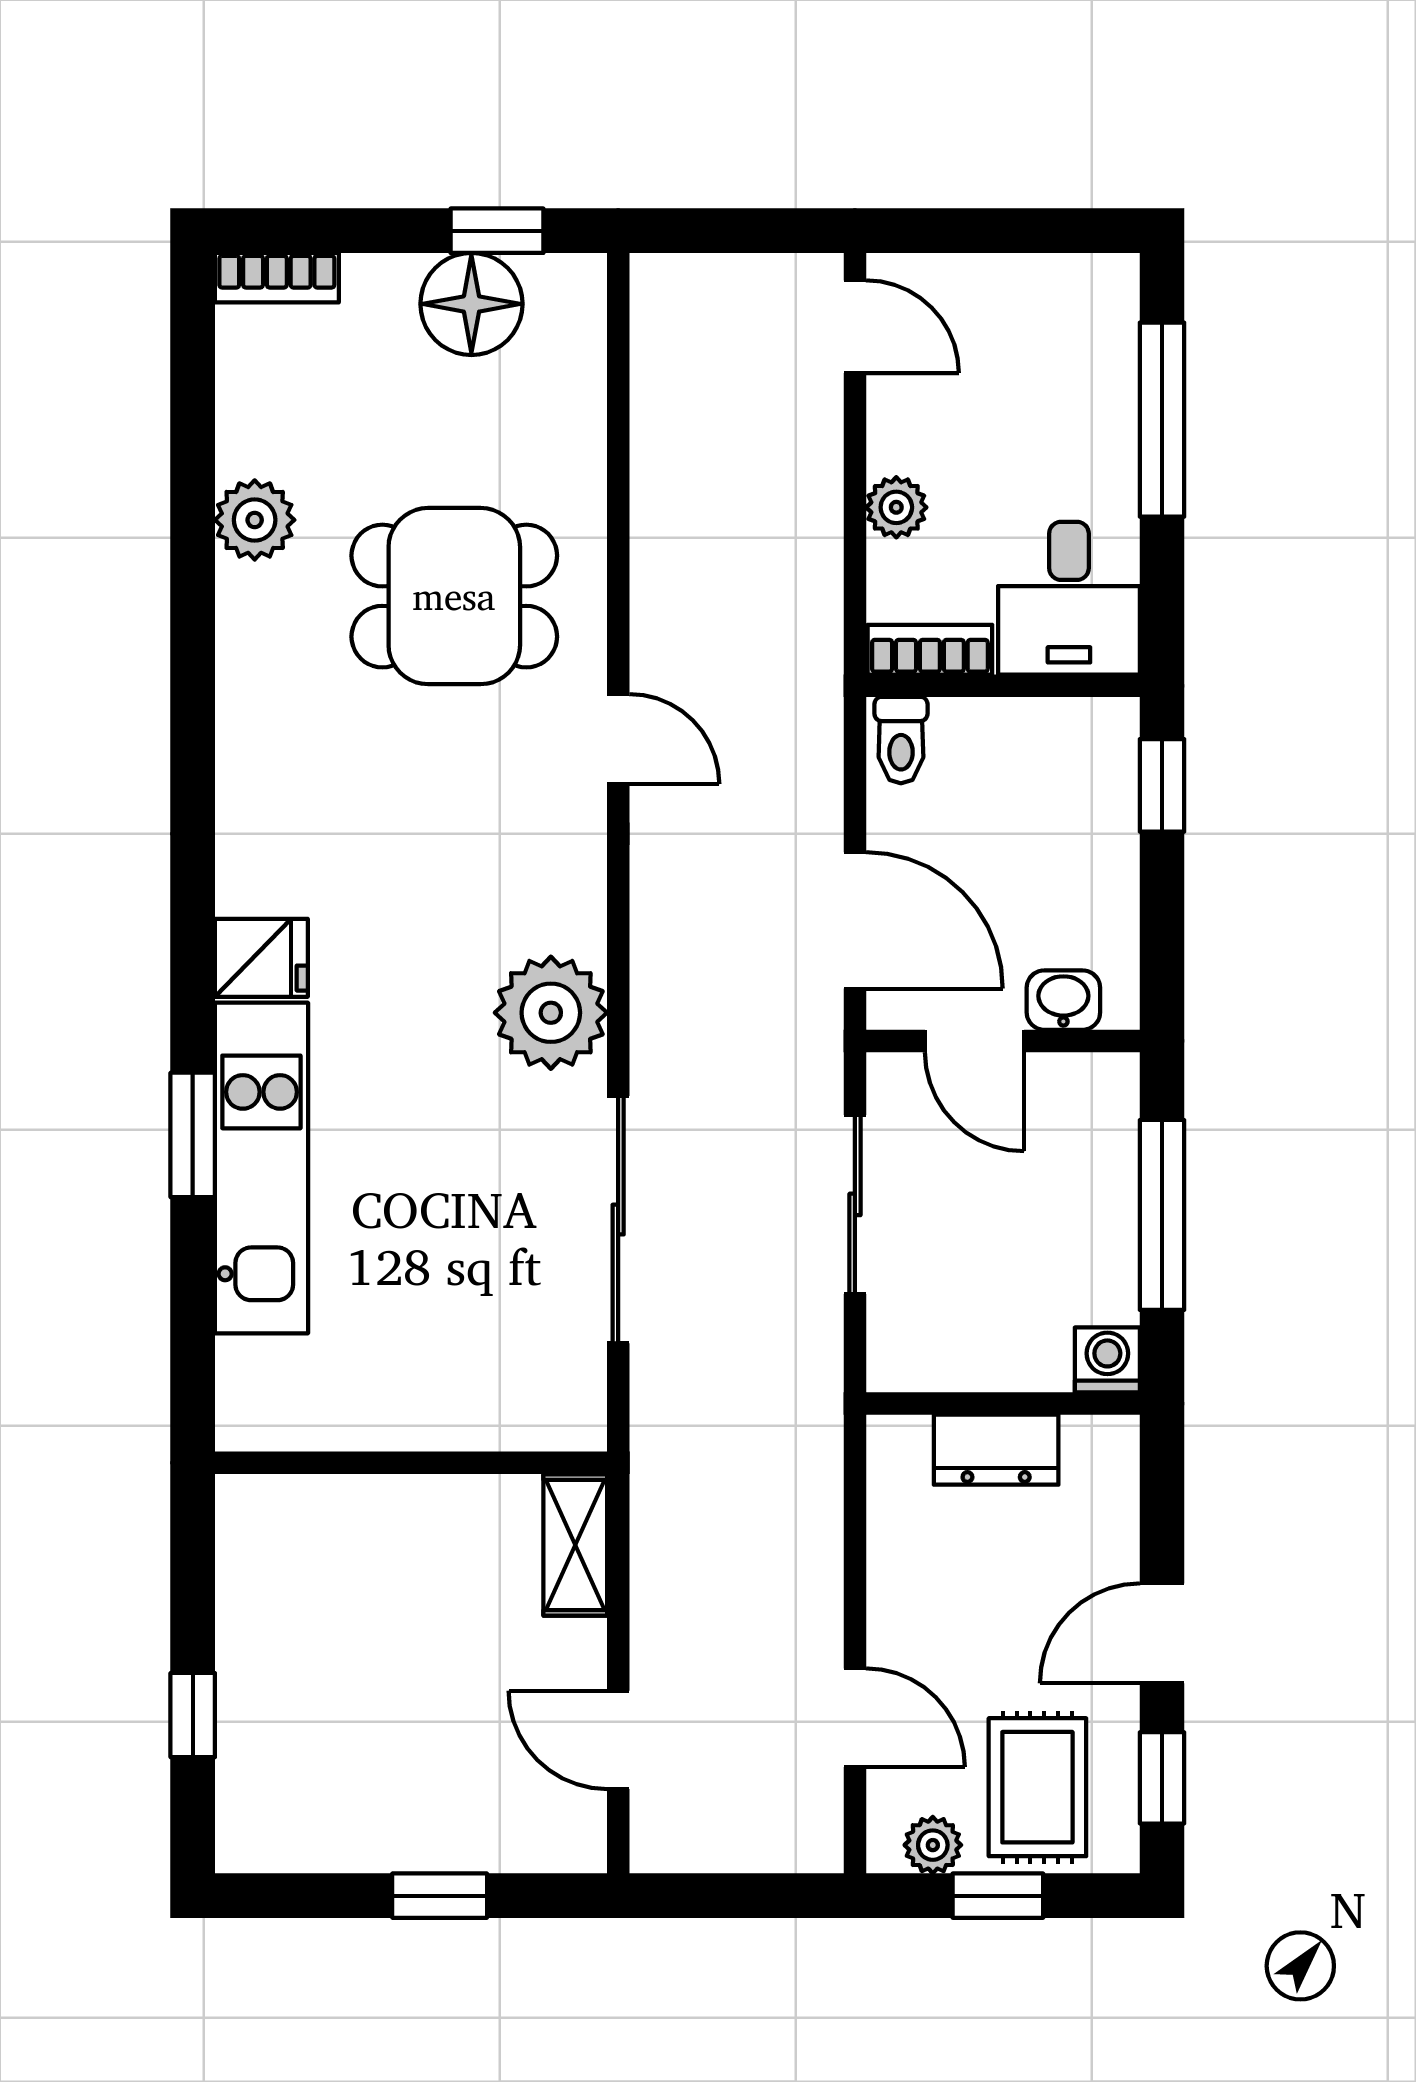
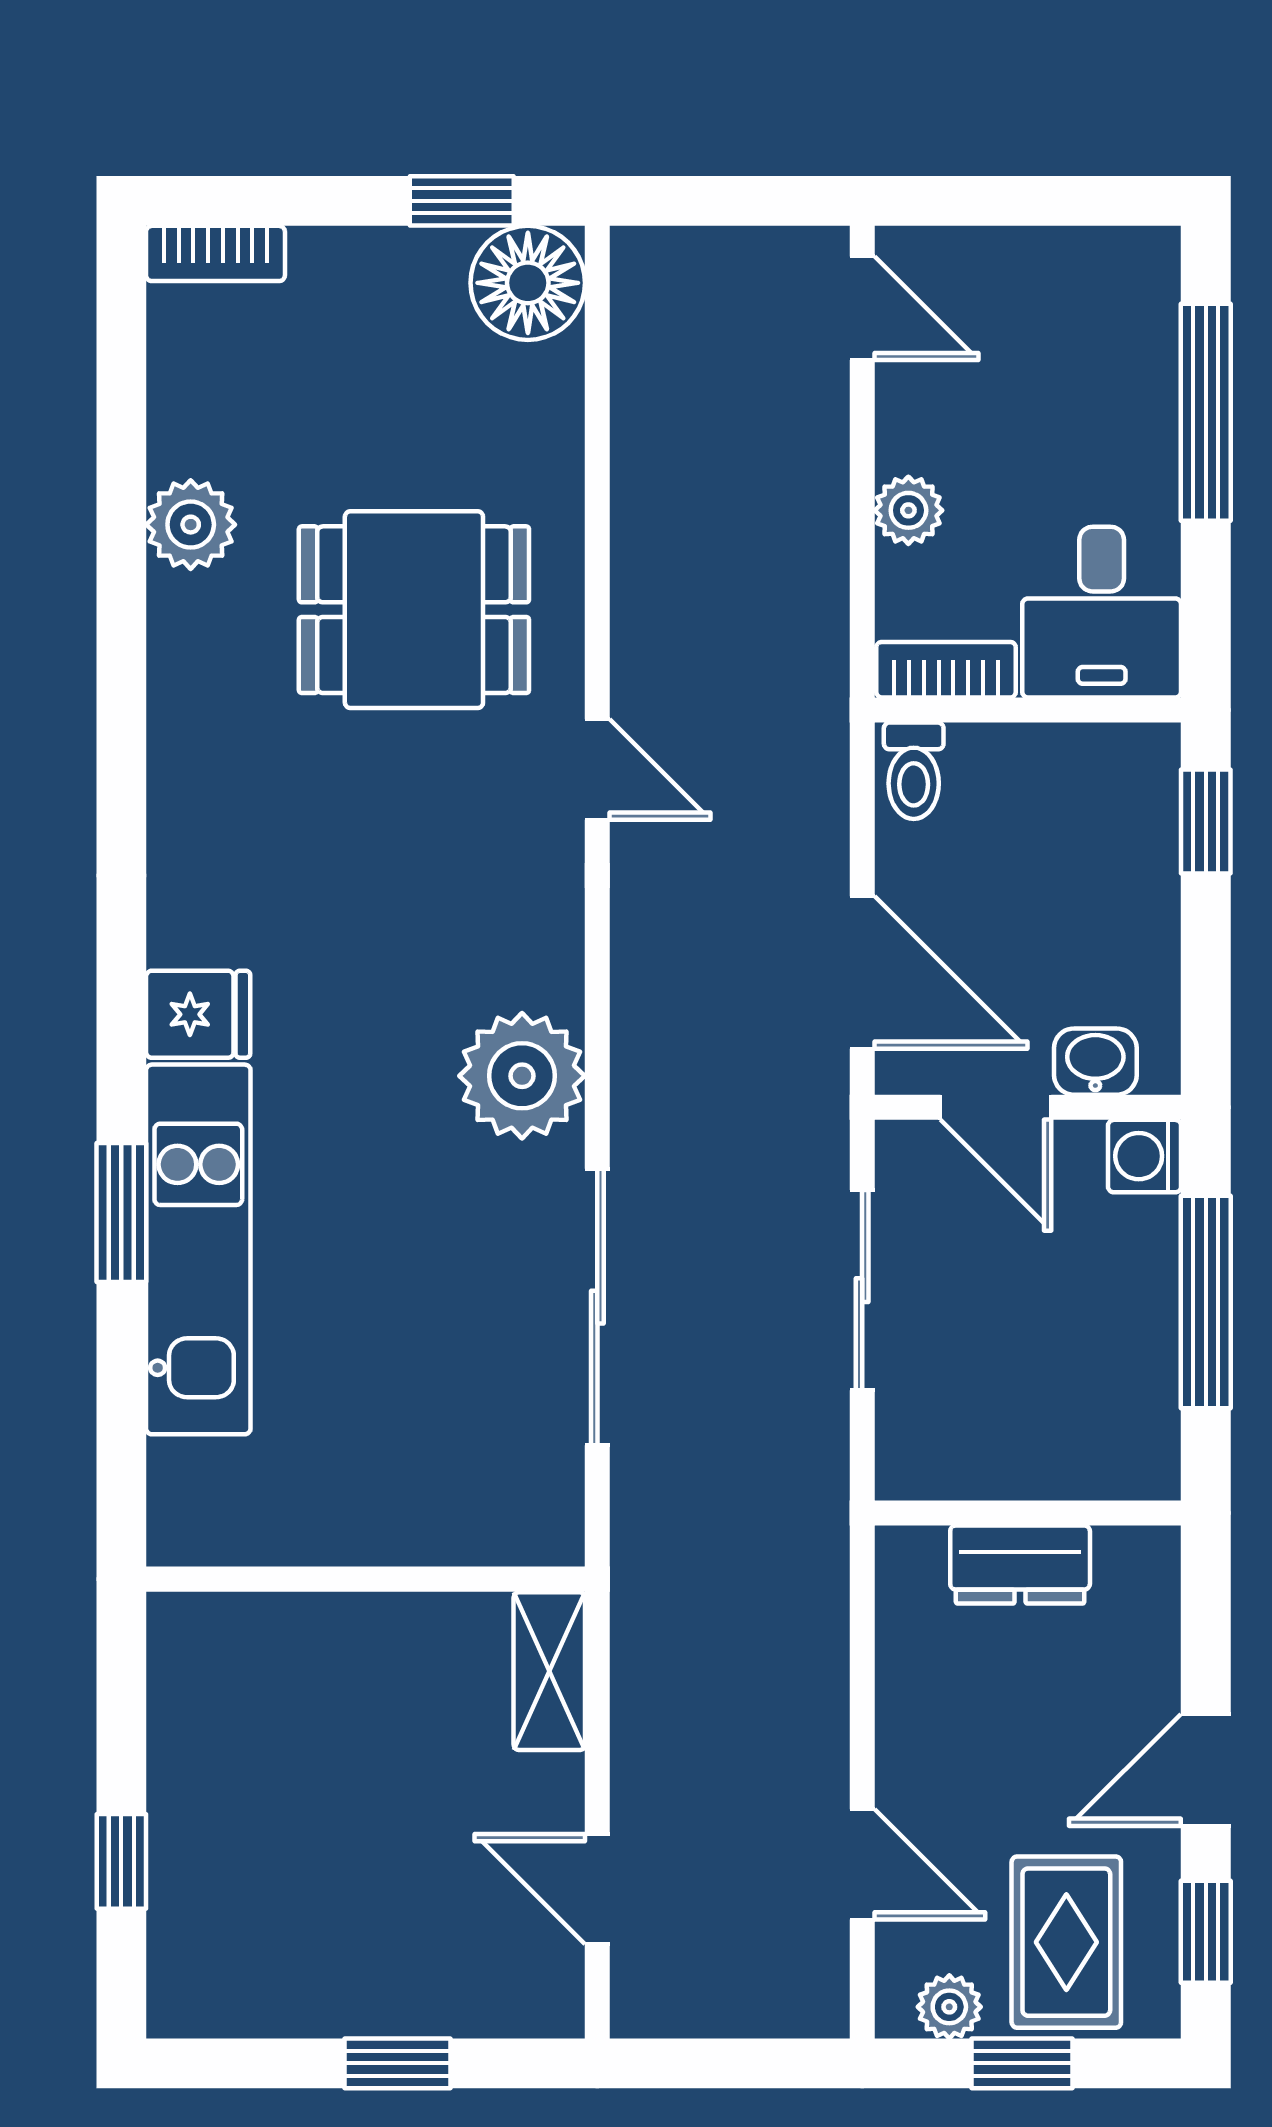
floor lamp: (471, 304) -> (528, 283), moved
washing machine: (1107, 1360) -> (1145, 1156), moved, turned -90

